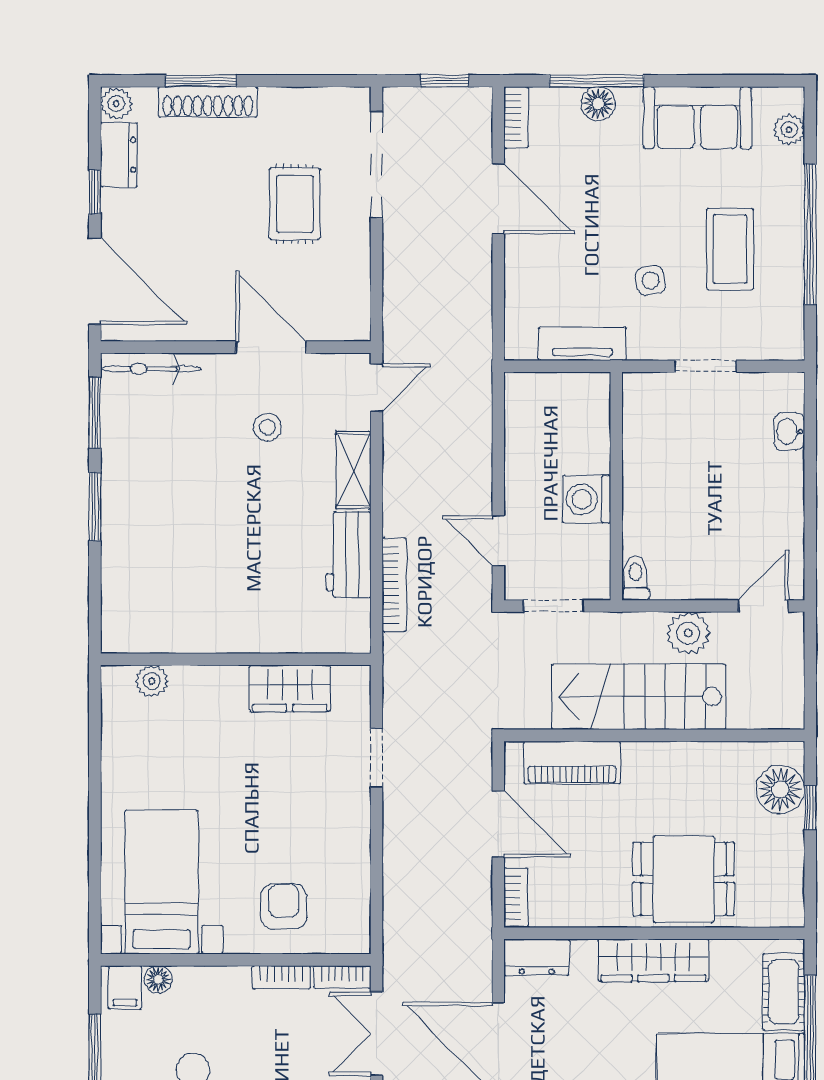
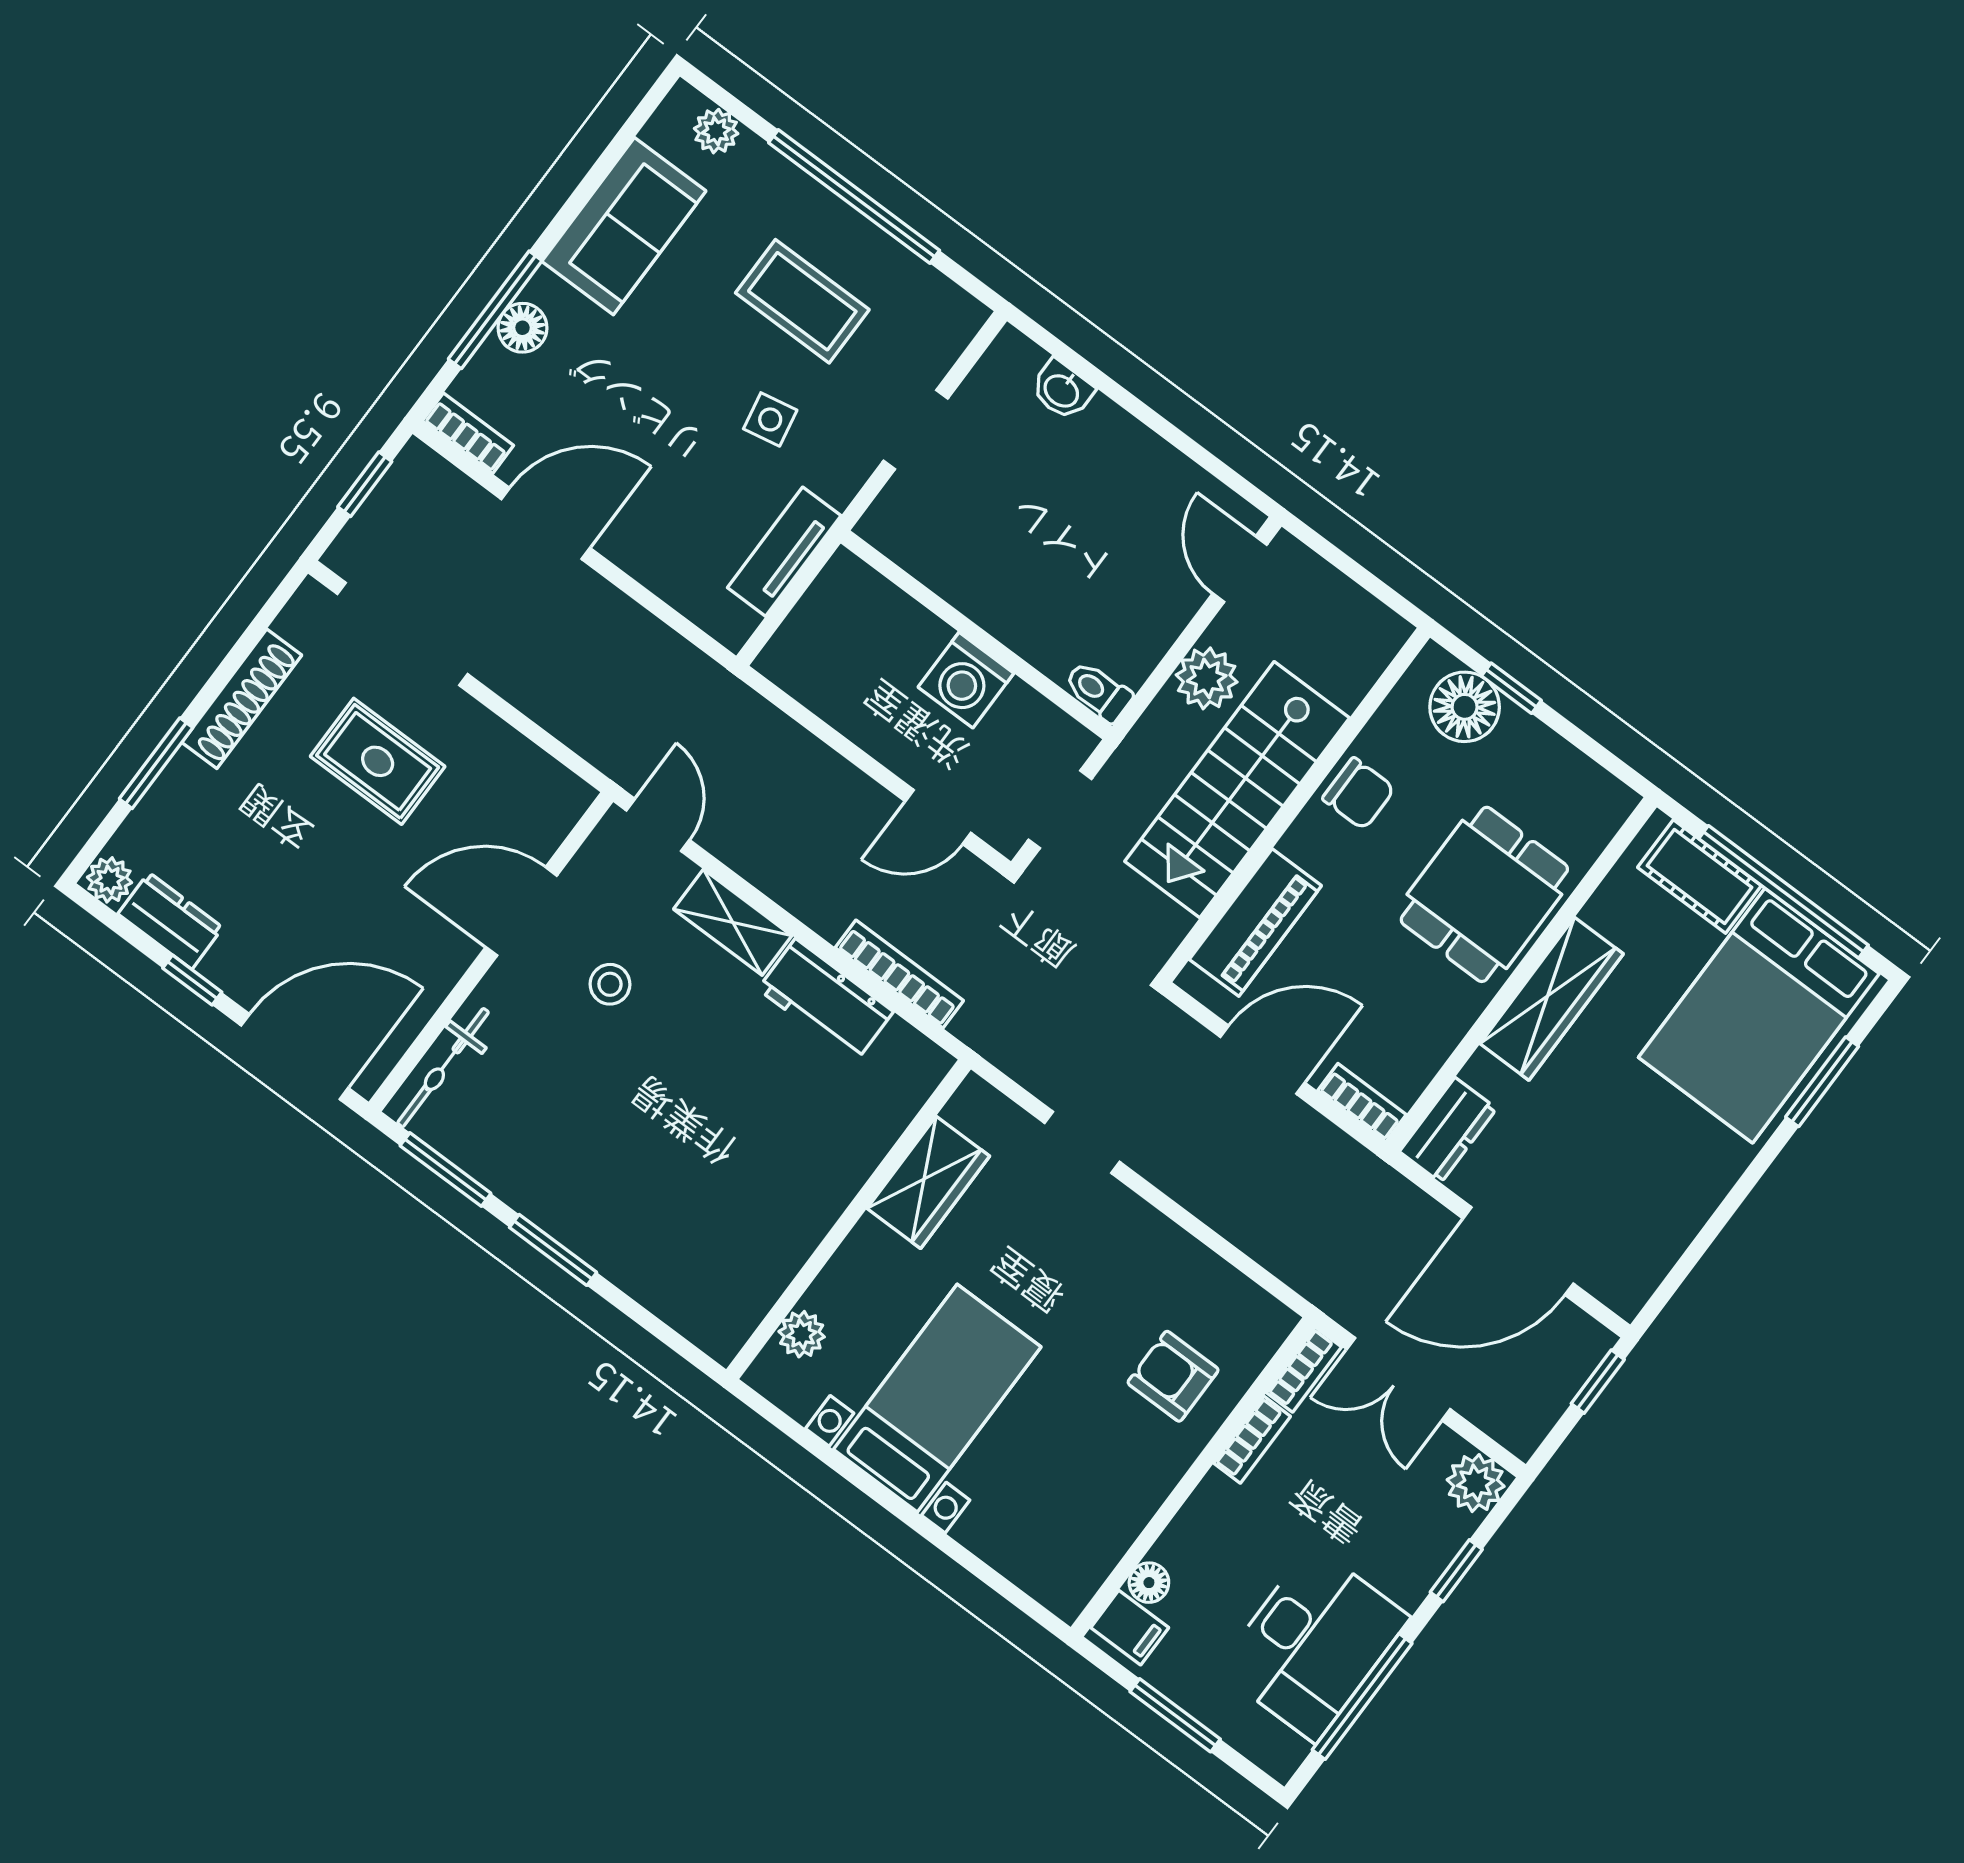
shoe rack: (208, 102) -> (242, 699), moved
chair: (687, 766) -> (1359, 794), added
bed with nightstands: (162, 882) -> (937, 1398), moved, turned 90

